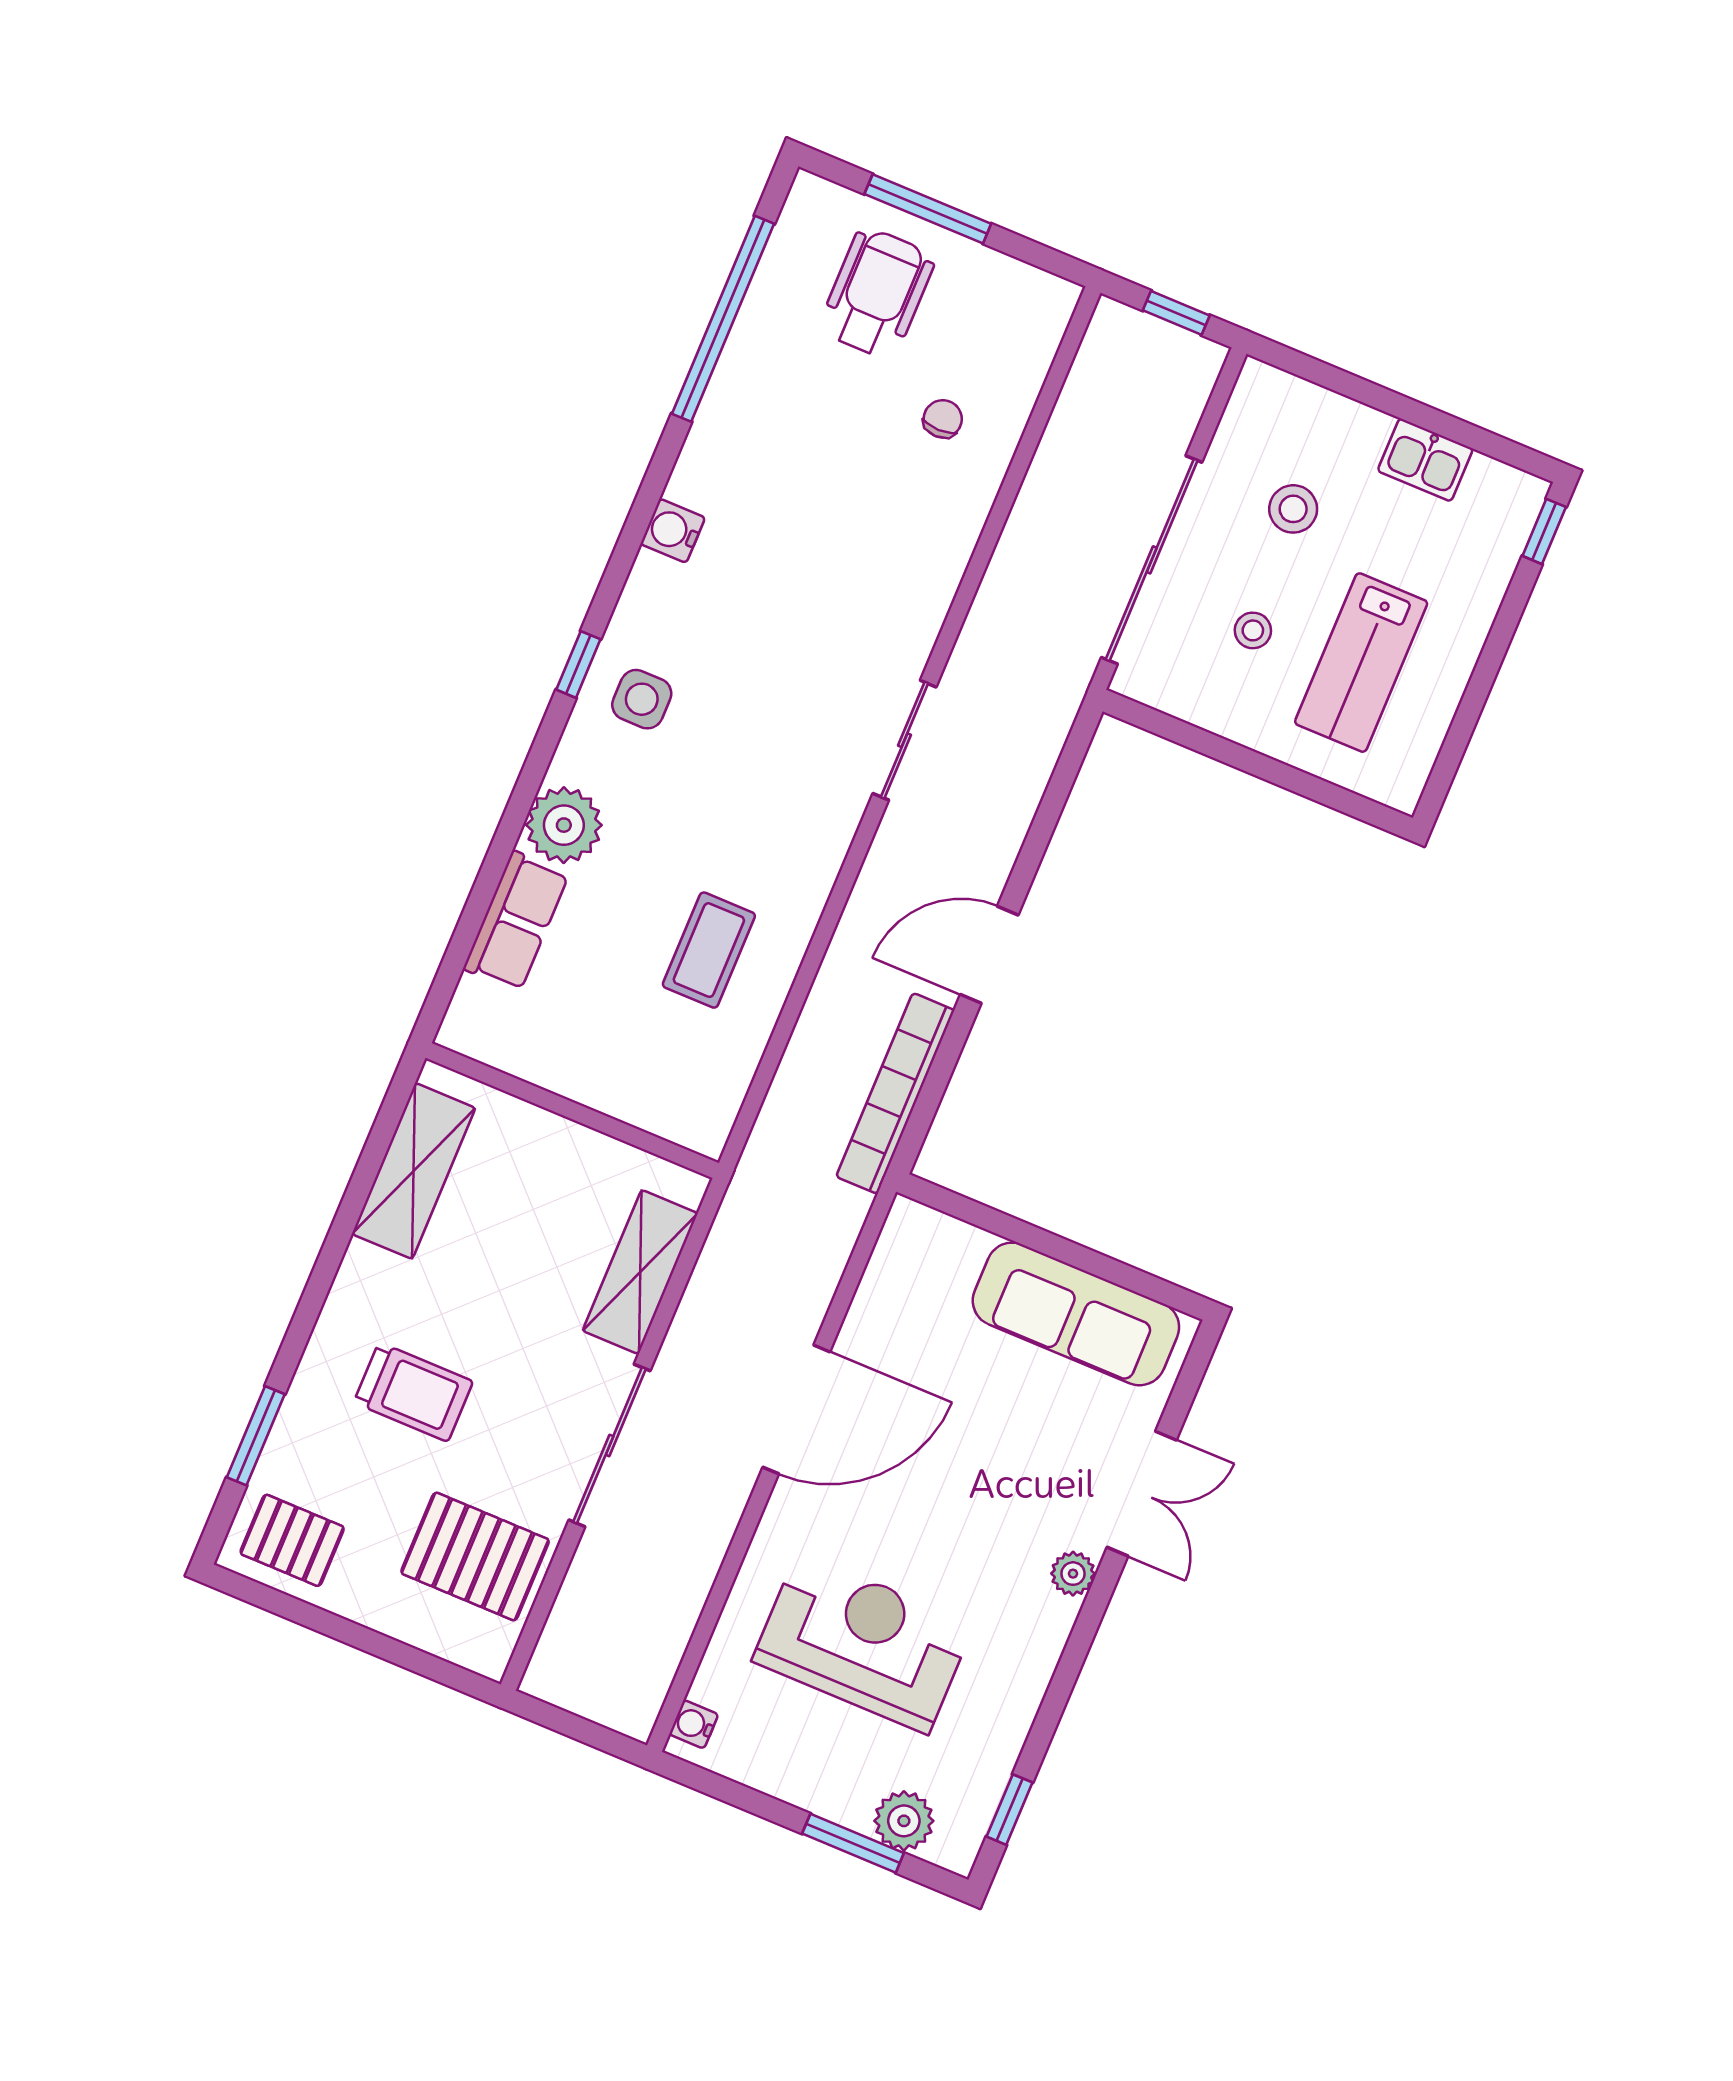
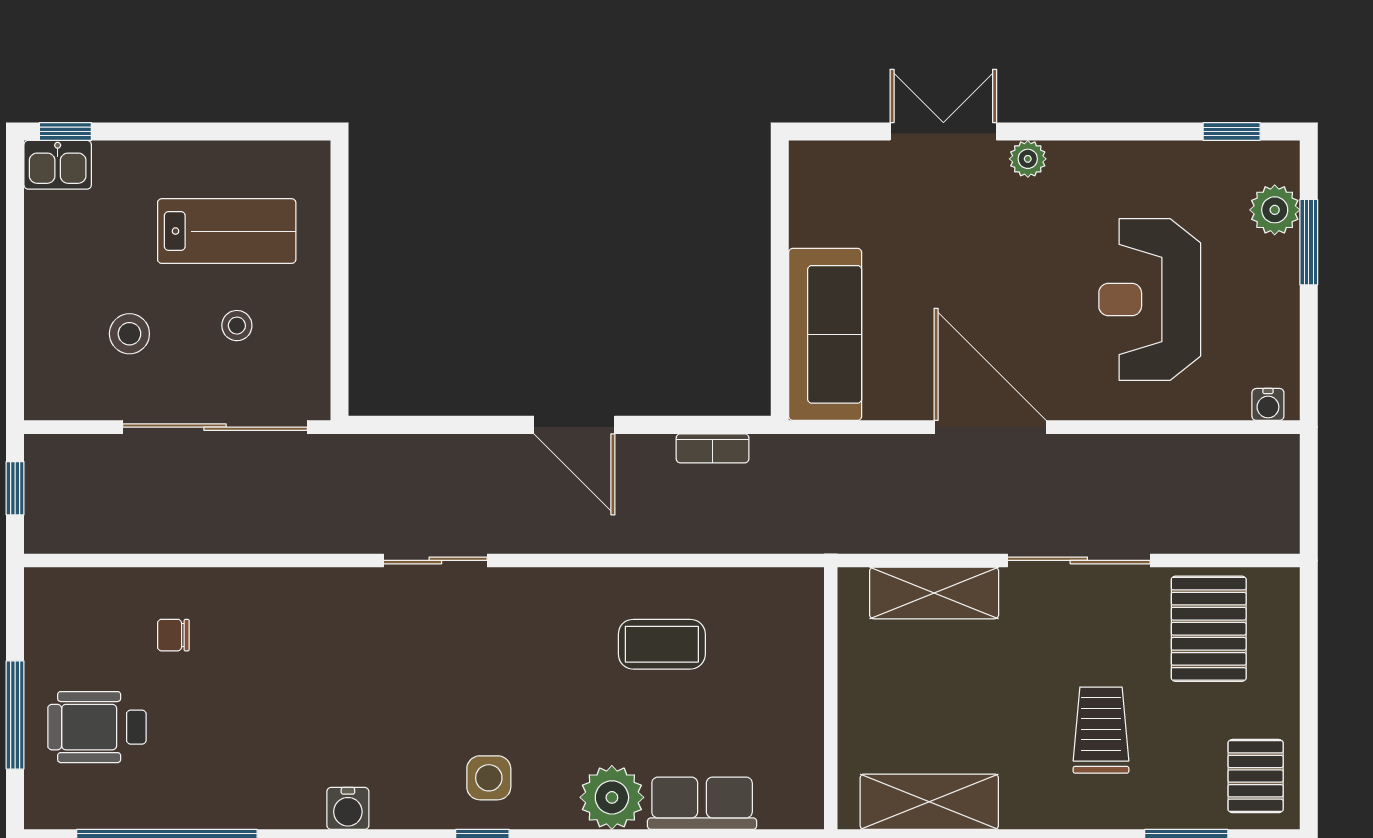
kitchen sink: (1425, 460) -> (58, 165), moved, turned 90
bookcase: (895, 1093) -> (713, 448), width x0.43, depth x0.76
sofa: (1076, 1314) -> (825, 334), moved

